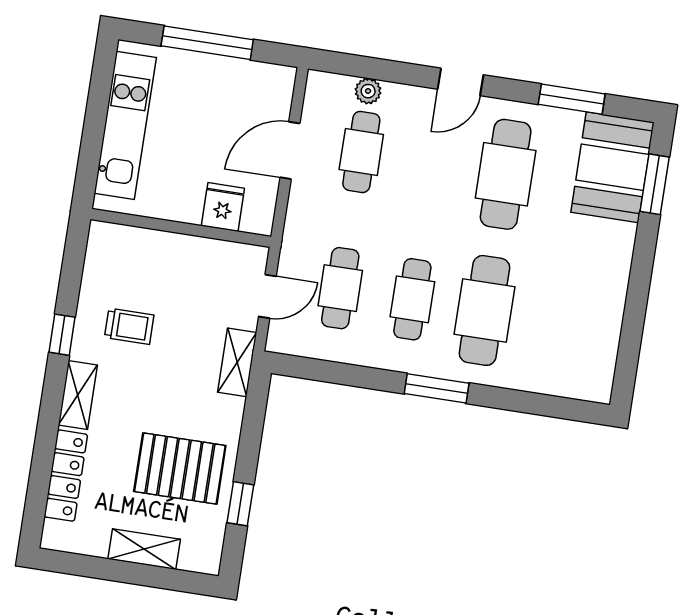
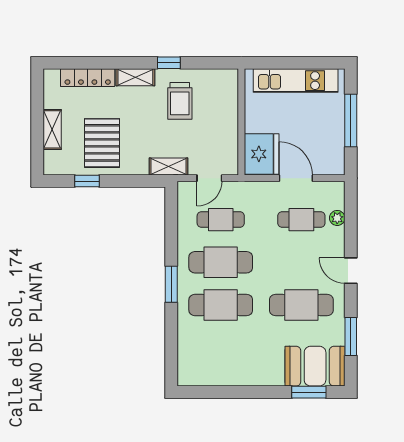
fridge: (223, 207) -> (262, 154), width x1.88, depth x1.34
door: (267, 296) -> (209, 178), hinge flipped
cafe table: (412, 299) -> (221, 262), width x1.37, depth x1.35
trolley: (129, 326) -> (180, 101), width x1.36, depth x1.39

